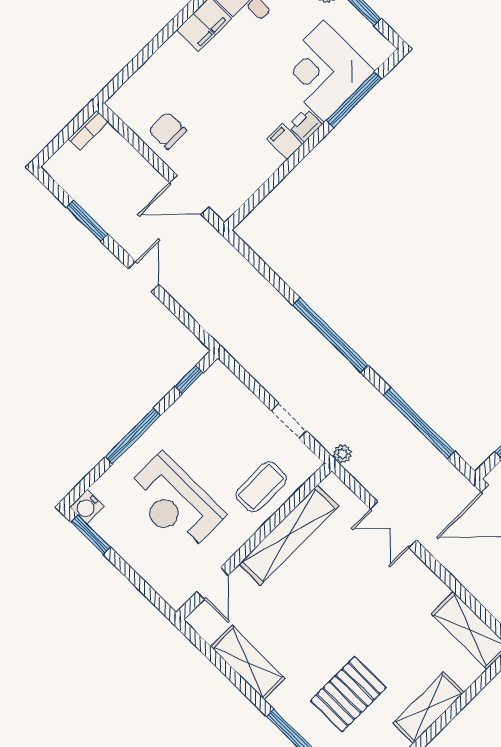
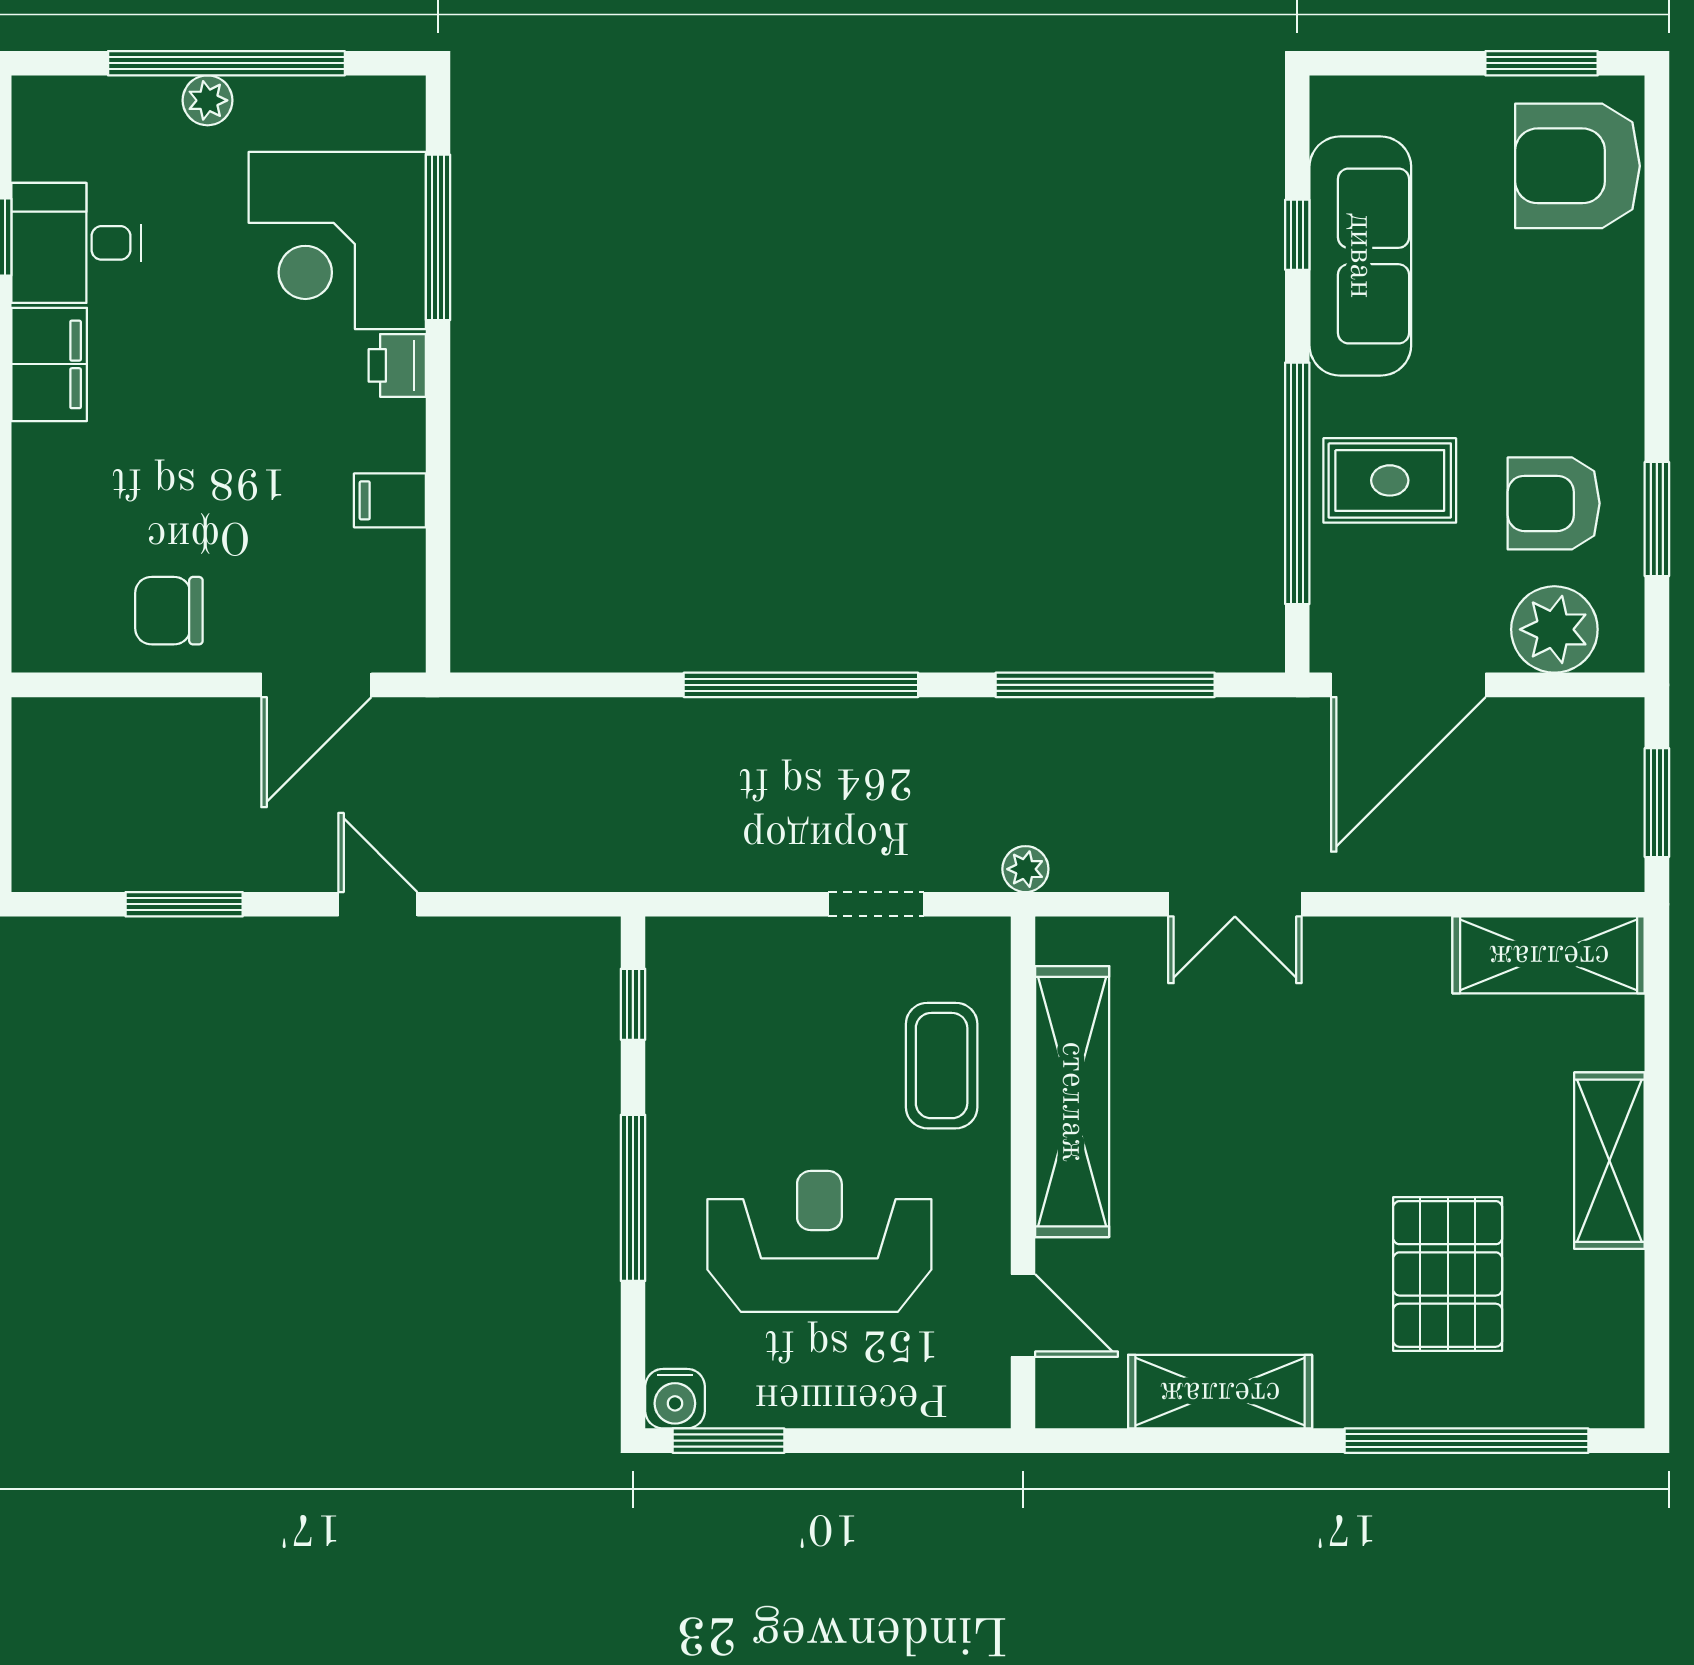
bookcase: (88, 130) -> (31, 747), removed
filing cabinet: (285, 141) -> (390, 500), moved
reception desk: (175, 503) -> (819, 1241), turned 180

